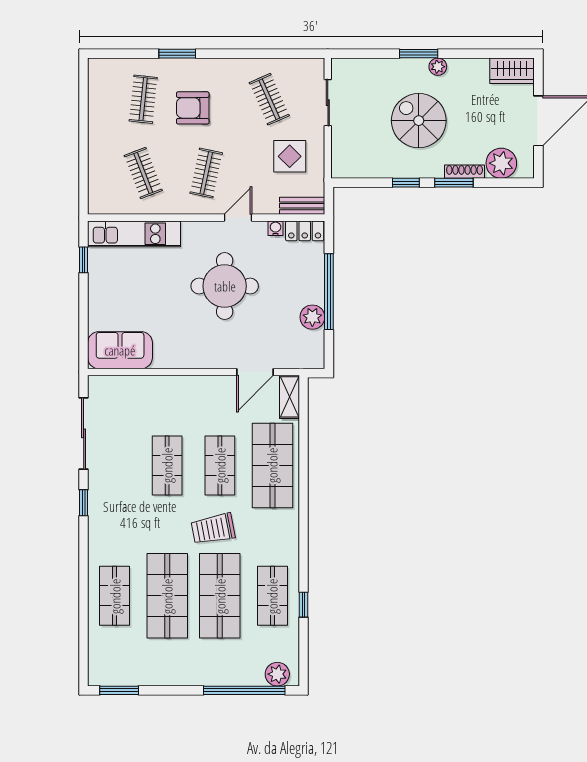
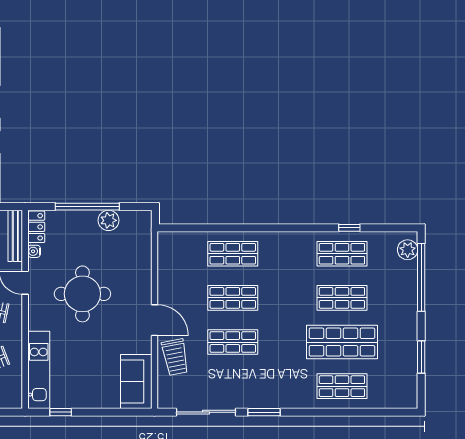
bench: (302, 206) -> (15, 236), width x1.36
door: (255, 372) -> (154, 320), moved
shelving: (289, 397) -> (175, 240), removed
shop shelf: (272, 465) -> (233, 254), width x0.70, depth x0.74
window: (84, 503) -> (264, 412), width x1.50
trolley: (213, 529) -> (175, 357), moved
shop shelf: (220, 596) -> (342, 298), width x0.70, depth x0.74
window: (119, 690) -> (421, 357), moved

